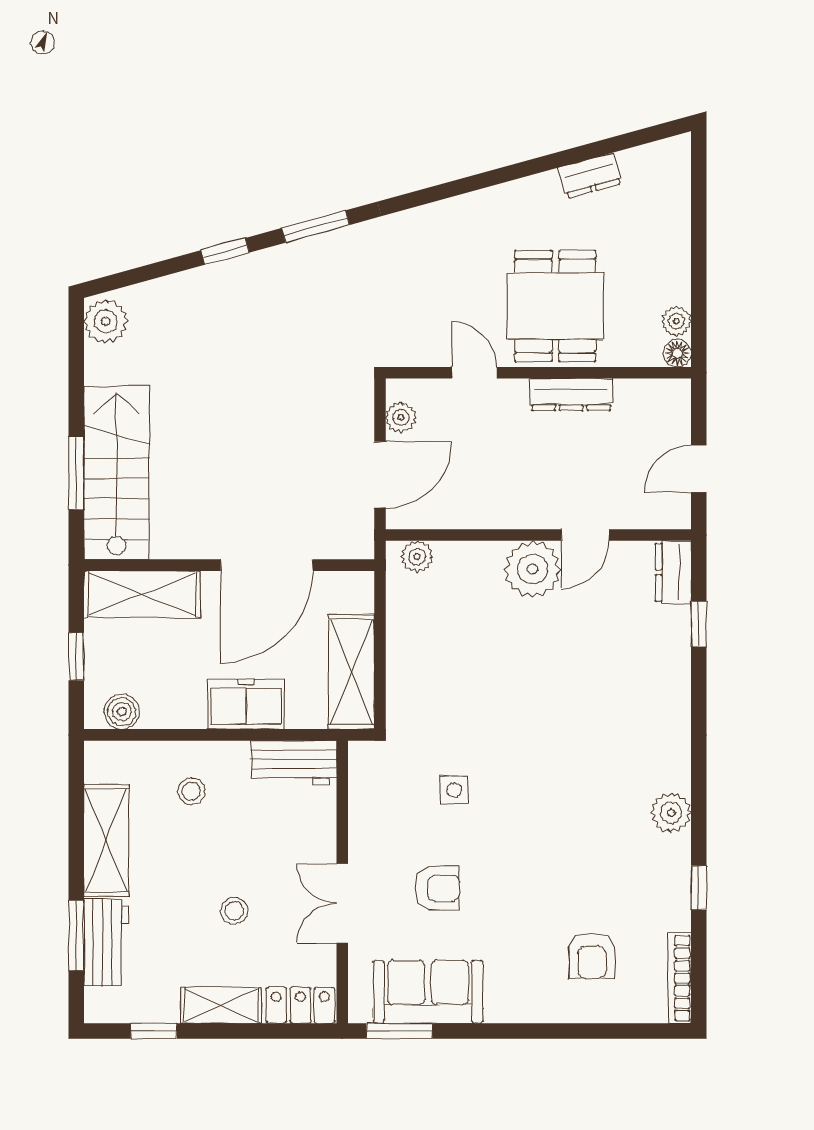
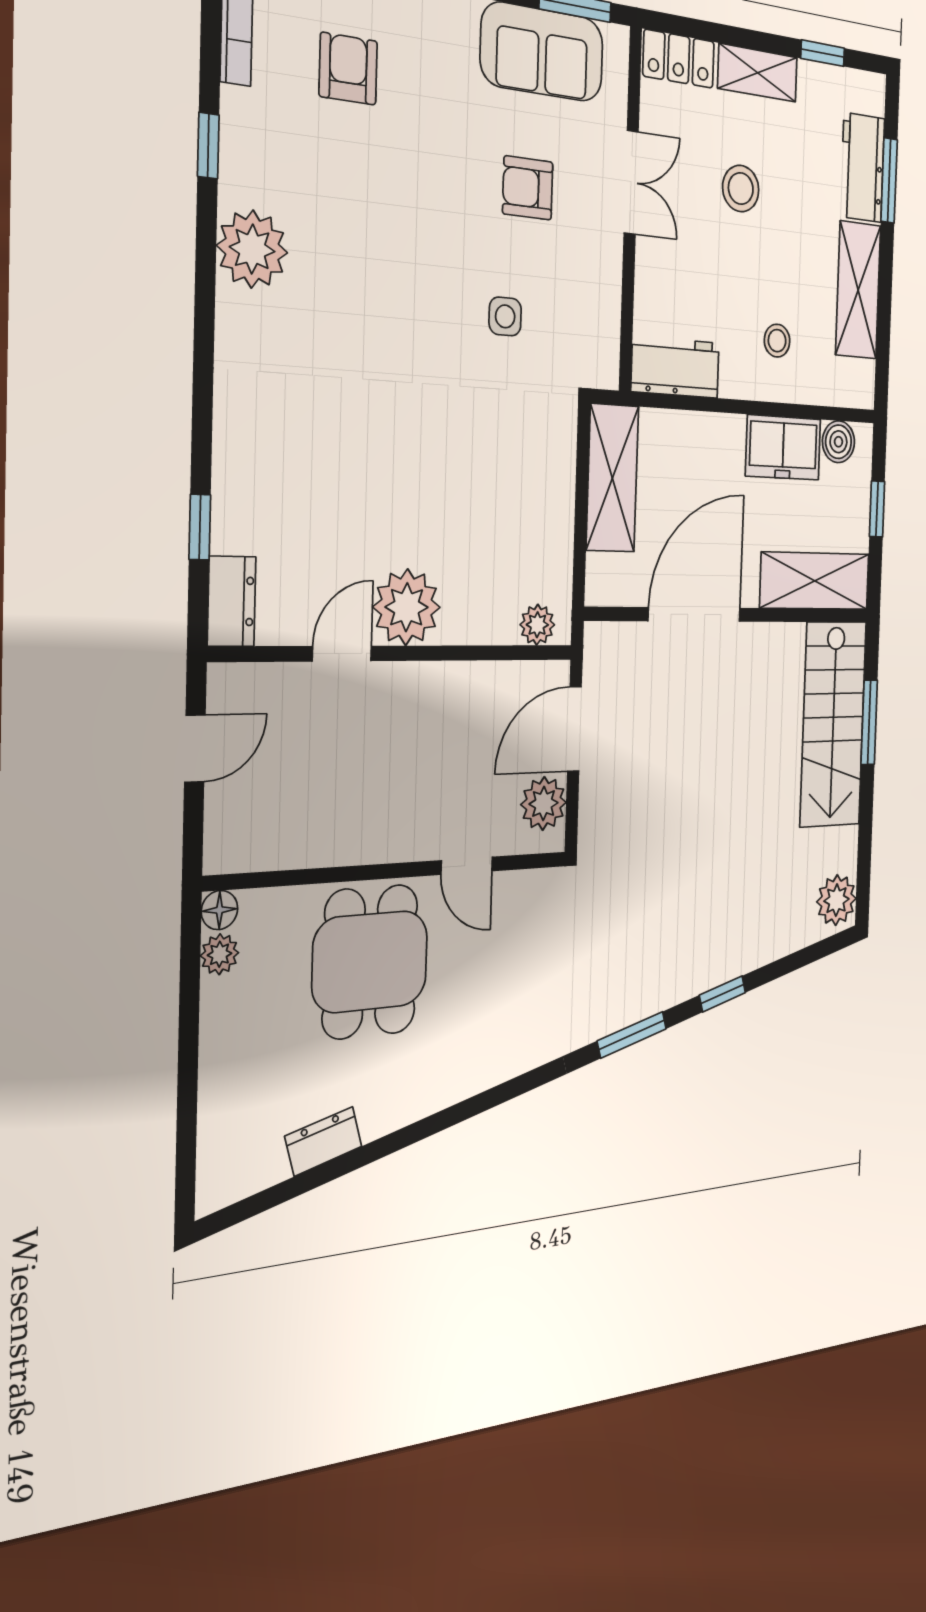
dresser: (571, 395) -> (354, 844), removed
plant: (401, 417) -> (544, 803), width x1.38, depth x1.38
freezer: (246, 704) -> (783, 447), moved
plant: (671, 813) -> (252, 249), width x1.36, depth x1.36
stool: (234, 911) -> (741, 189), width x1.37, depth x1.37

